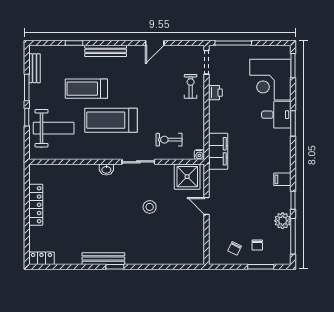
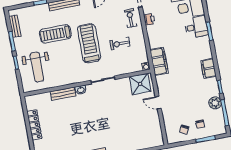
treadmill: (111, 120) -> (89, 43), moved, turned 90
weight bench: (54, 128) -> (37, 67), turned 90
exercise bike: (169, 140) -> (120, 44), moved
bench: (82, 170) -> (63, 94), added
filing cabinet: (282, 179) -> (209, 68), width x2.00
stool: (150, 207) -> (117, 111), removed

